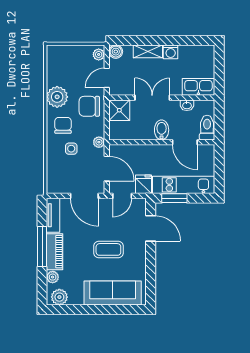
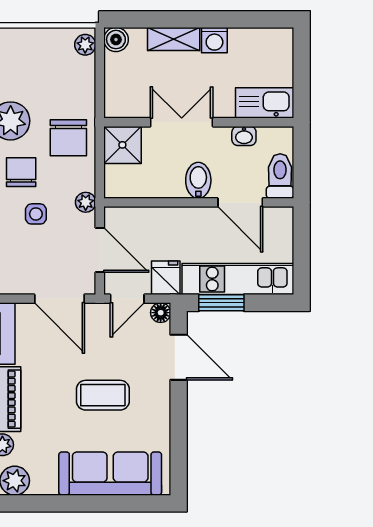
door: (107, 78) -> (100, 87), removed
chair: (89, 106) -> (68, 138), turned -90
floor lamp: (141, 204) -> (161, 313), added

